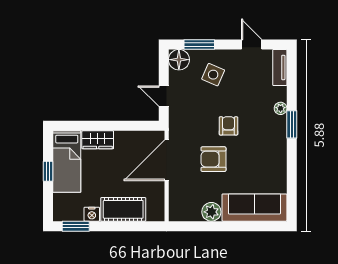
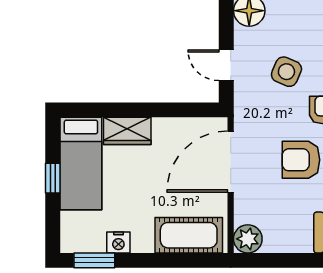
side table: (213, 75) -> (286, 72), moved
cot: (123, 209) -> (189, 235), moved
plant: (211, 212) -> (248, 239), moved

